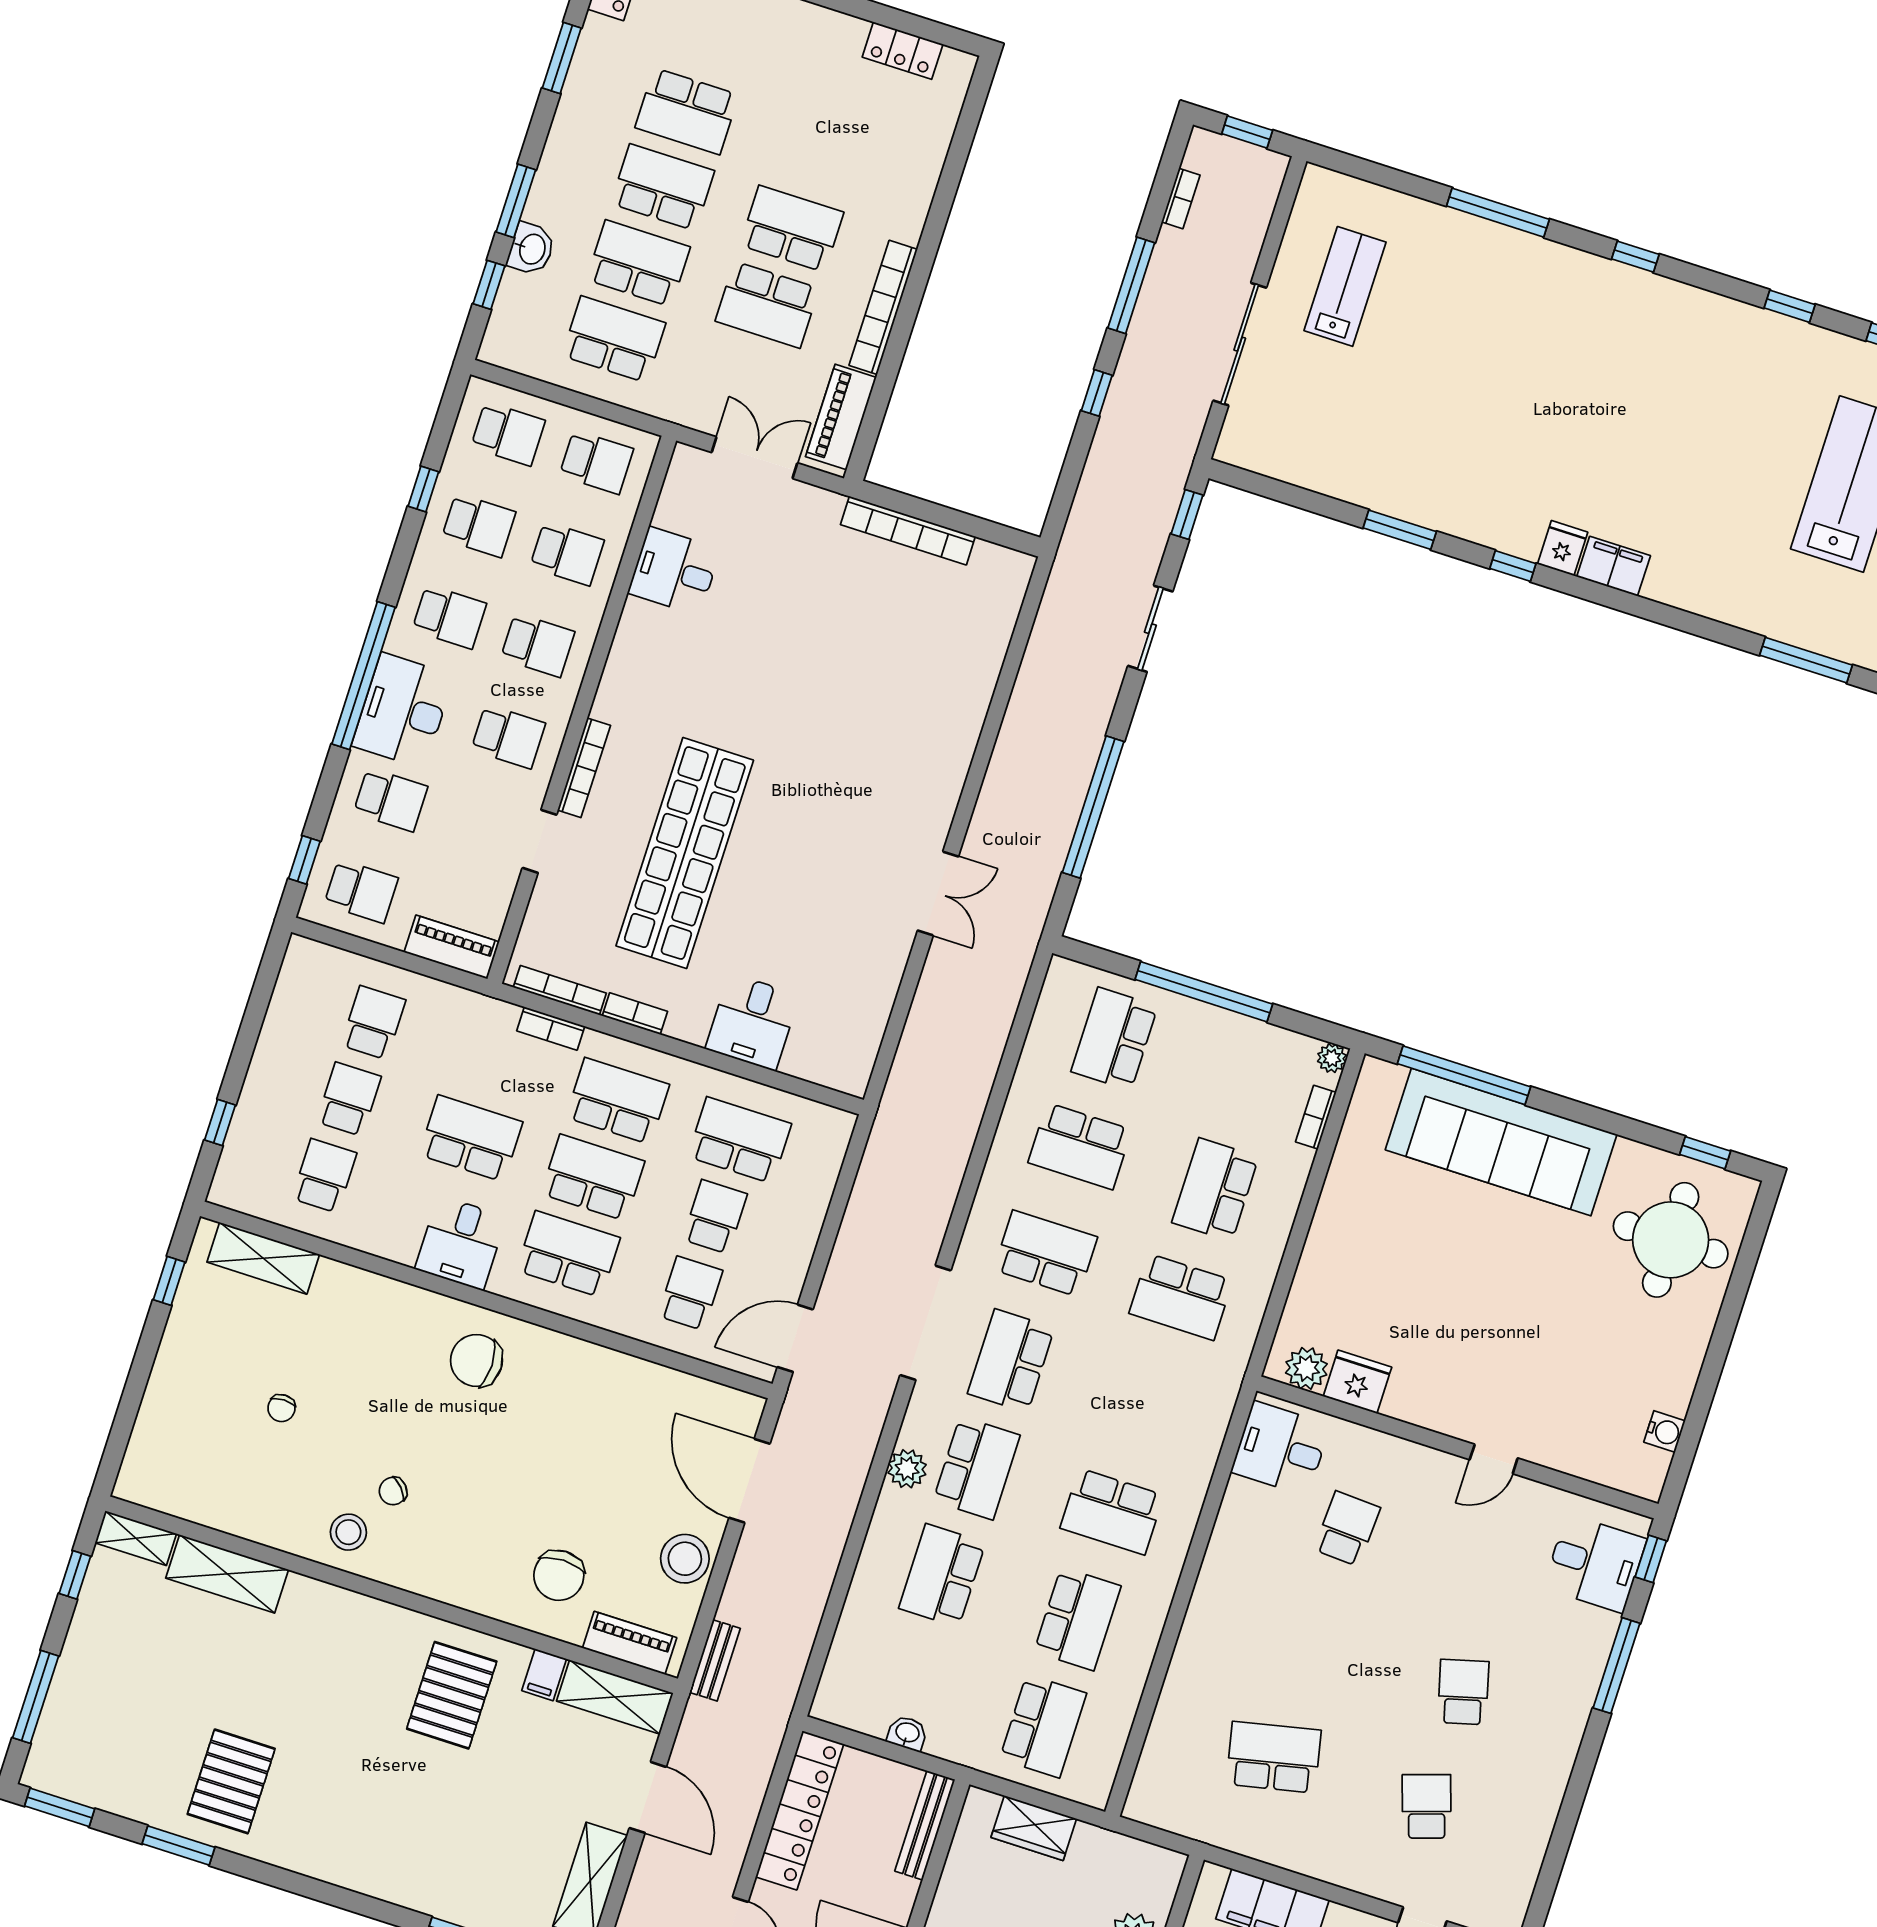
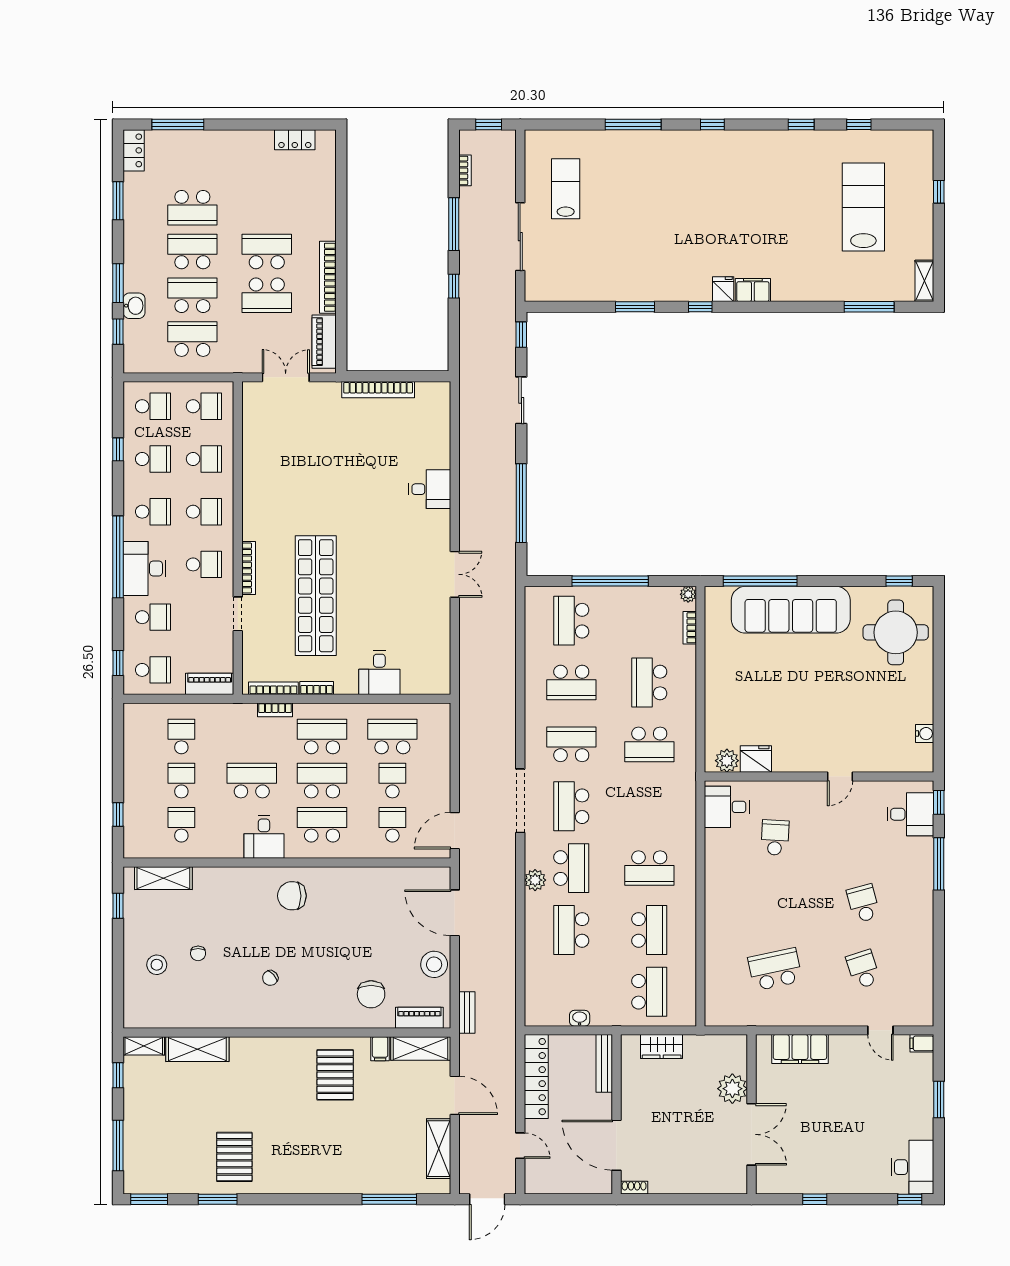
desk: (674, 571) -> (430, 489), moved, turned 180
stool: (348, 1532) -> (157, 965), moved

